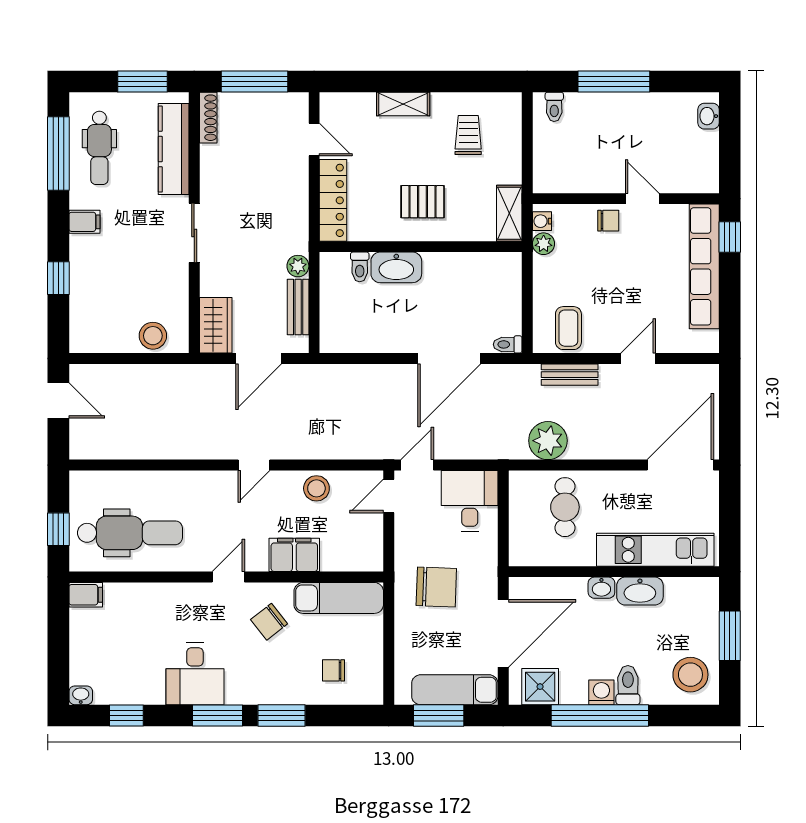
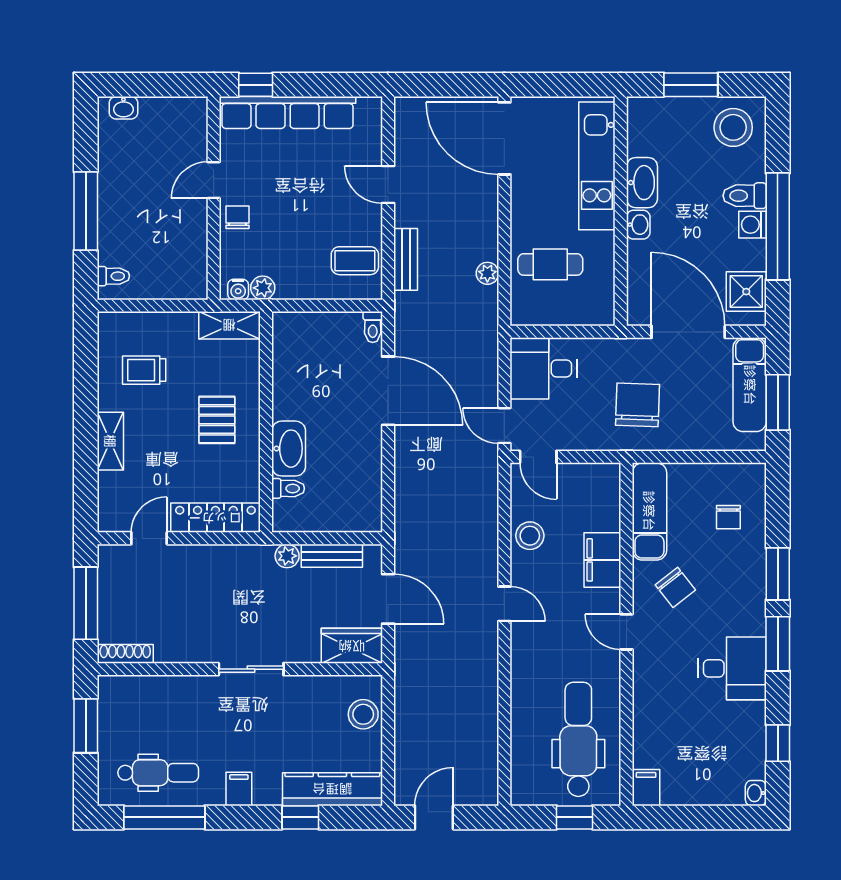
kitchen counter: (174, 149) -> (332, 789), moved, turned 180
plant: (548, 441) -> (487, 273), width x0.53, depth x0.53

